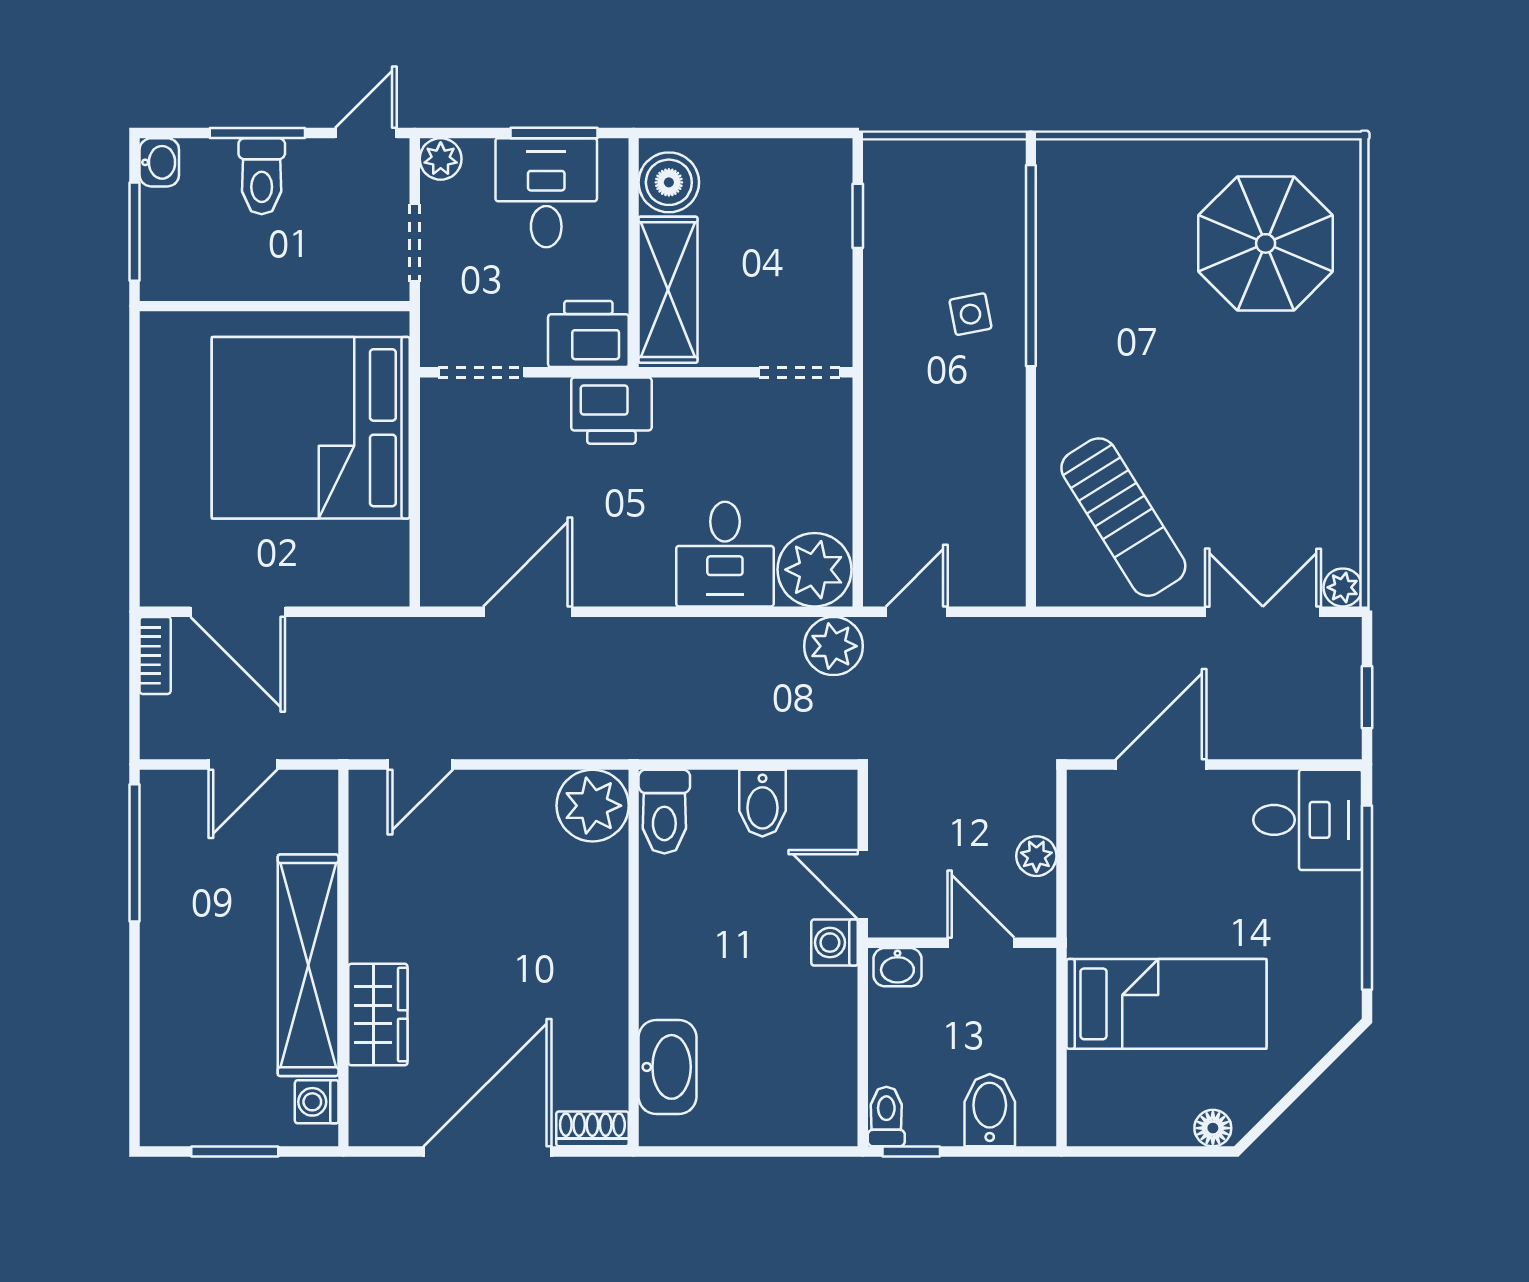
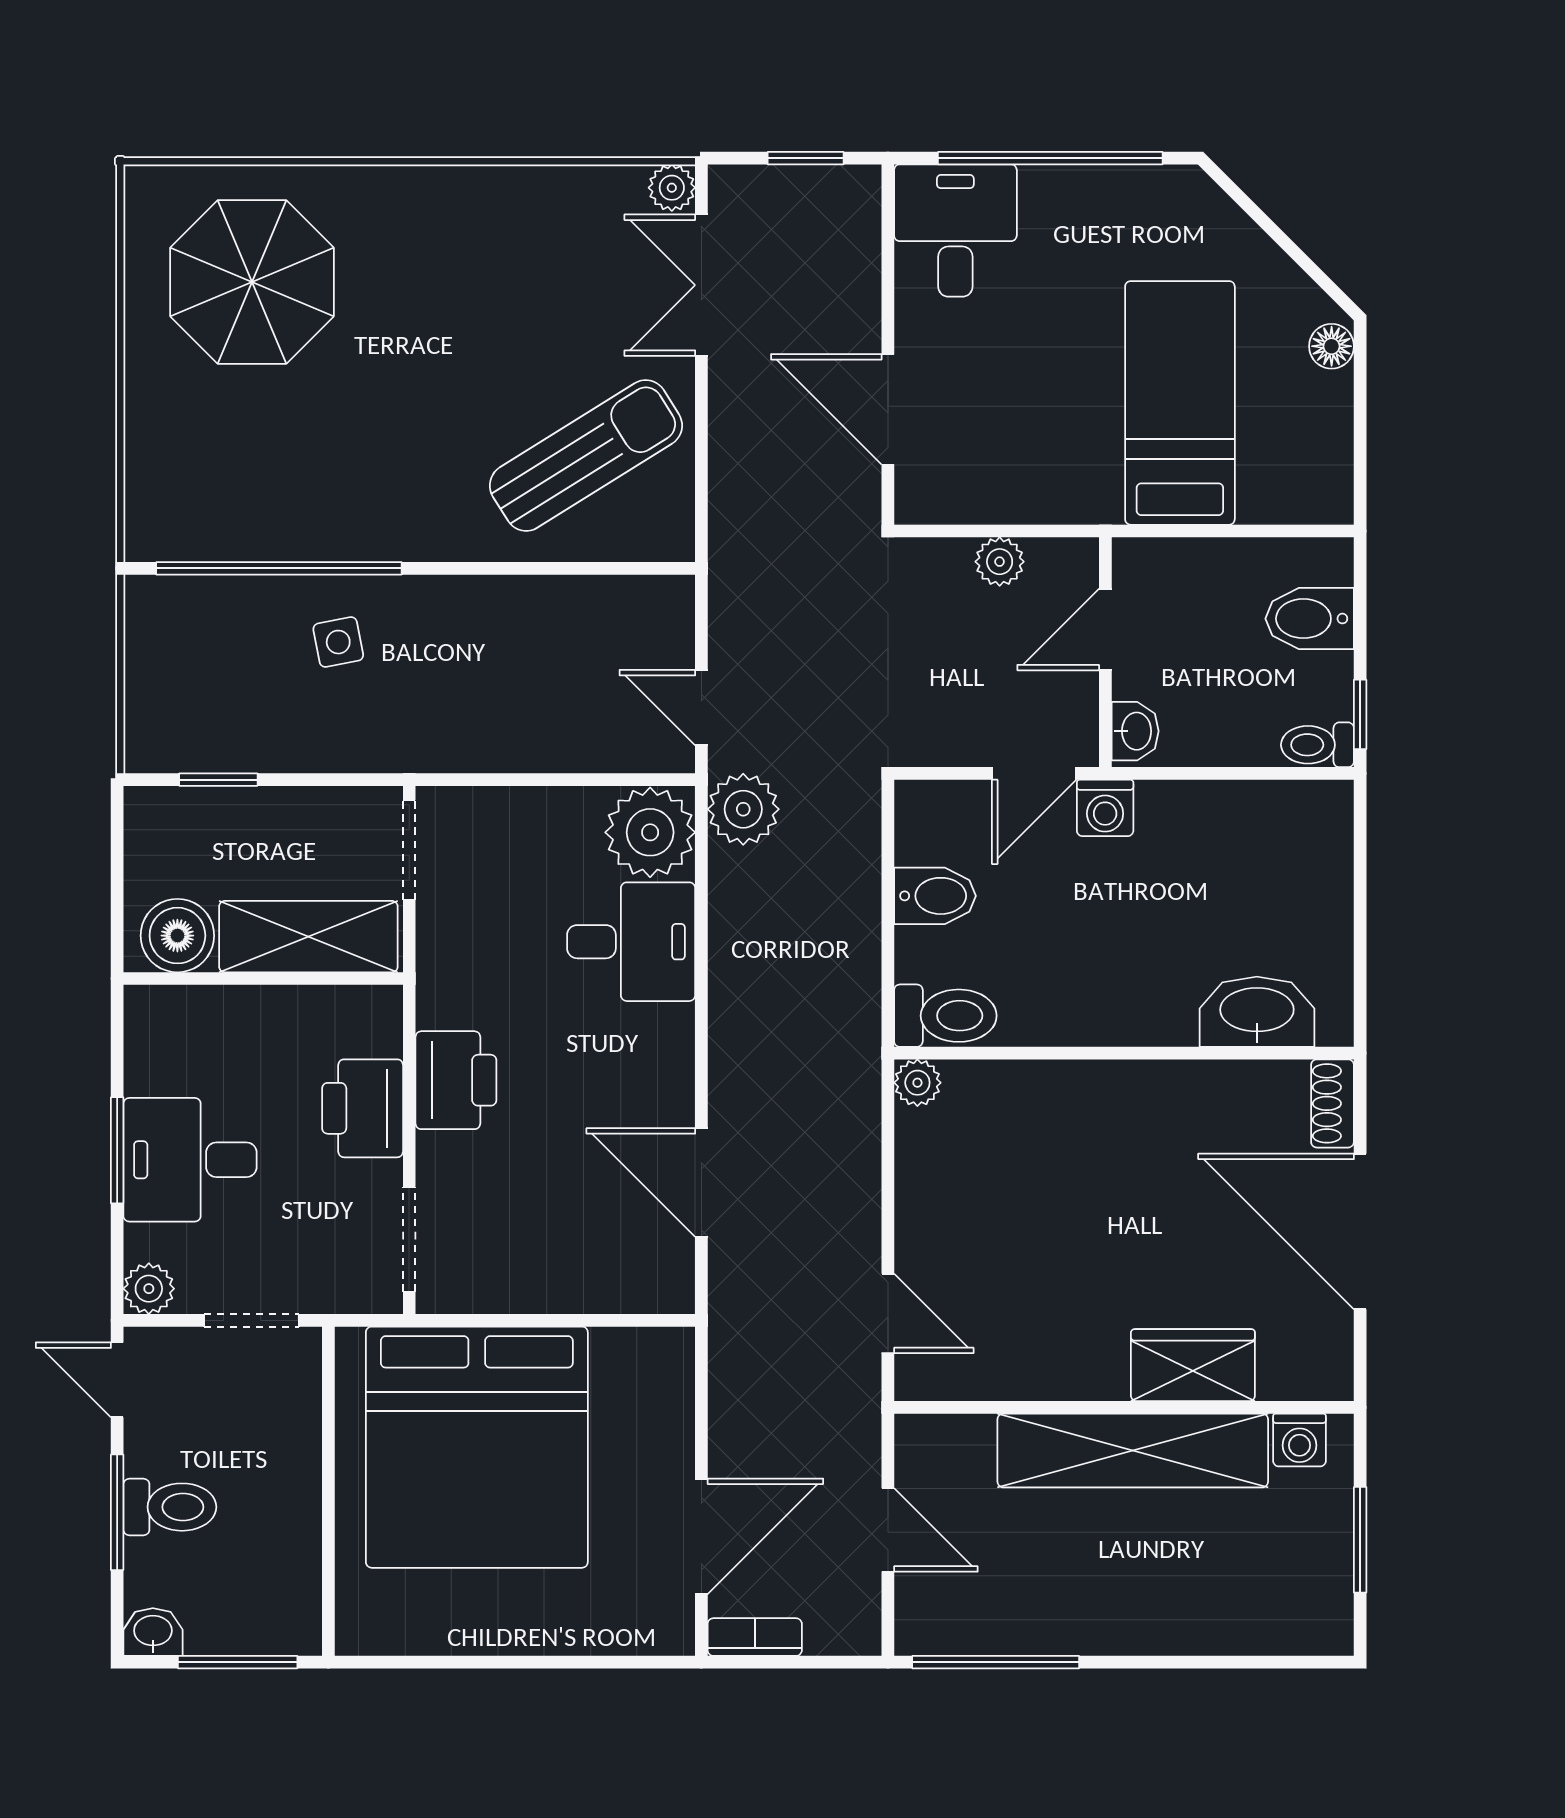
boiler: (669, 182) -> (177, 936), moved
wall: (634, 253) -> (263, 979), moved
shelving: (668, 290) -> (308, 937), moved
plant: (593, 806) -> (917, 1083), width x0.53, depth x0.53

